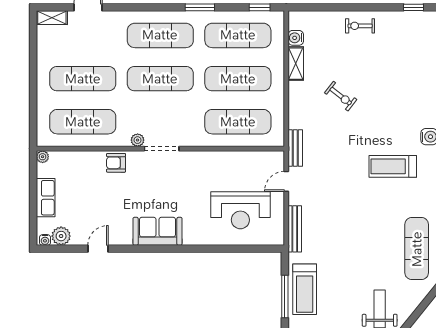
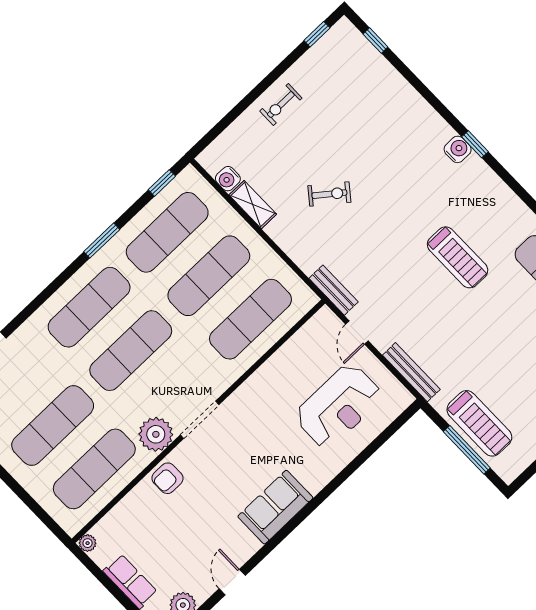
plant: (138, 140) -> (156, 434), width x1.88, depth x1.88
treadmill: (393, 166) -> (458, 257), moved, turned -90

